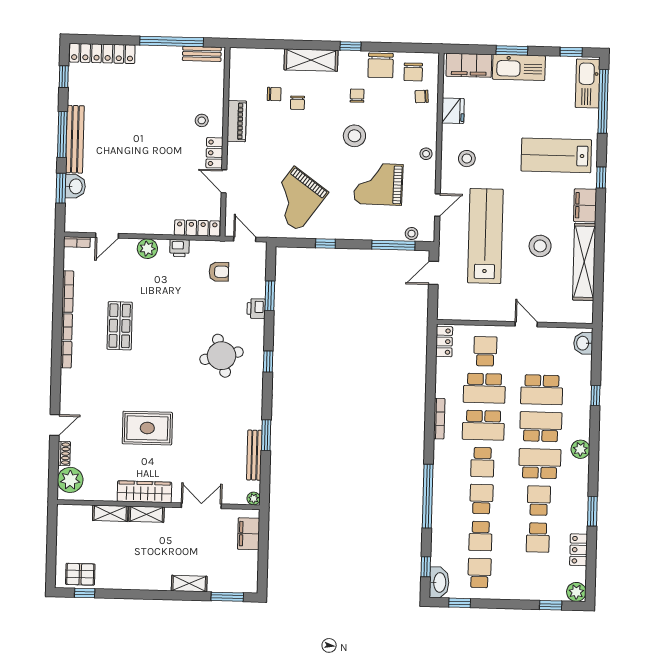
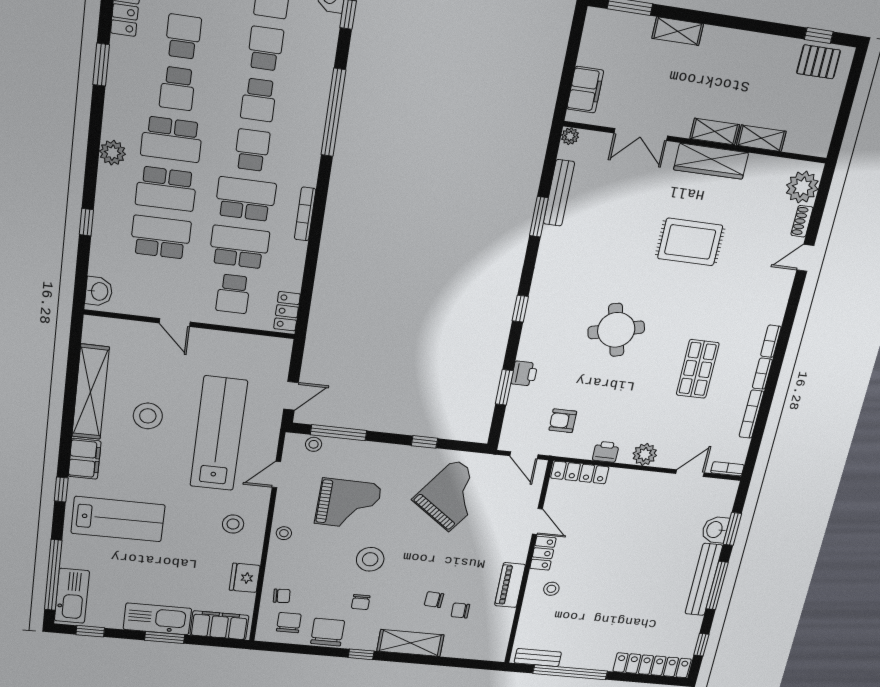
chair: (297, 103) -> (434, 600), turned -86
lab bench: (485, 236) -> (219, 434), turned 180
round table: (222, 356) -> (616, 330), moved

